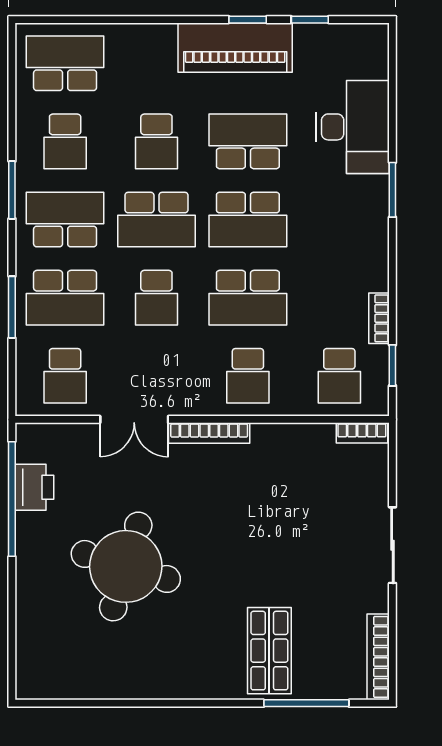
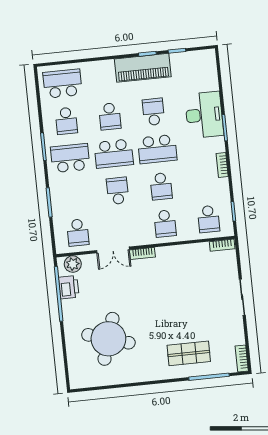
desk: (353, 127) -> (204, 115), moved
school desk: (248, 141) -> (153, 112), width x0.54
school desk: (65, 298) -> (74, 195), removed
school desk: (156, 298) -> (118, 191), turned 180
school desk: (248, 298) -> (161, 186), width x0.54
bookcase: (379, 318) -> (222, 165), moved
bookcase: (209, 433) -> (142, 253), width x0.64
plant: (48, 440) -> (73, 264), added
round table: (126, 566) -> (108, 339), moved
shop shelf: (269, 651) -> (189, 353), turned 90
bookcase: (378, 657) -> (242, 358), width x0.64

